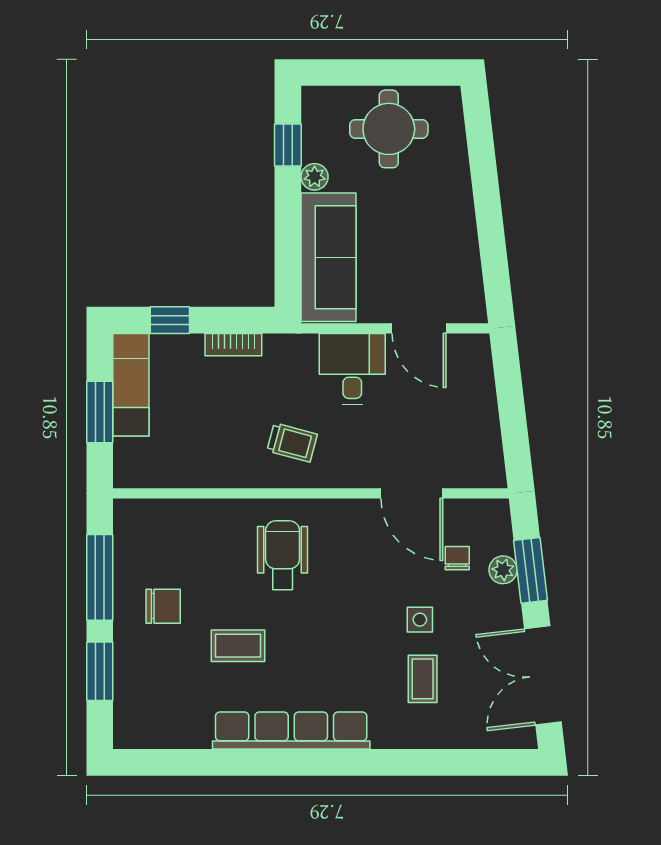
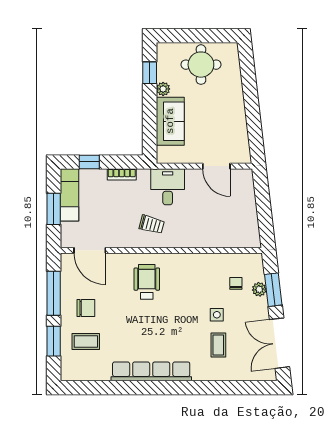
sofa: (328, 257) -> (170, 121), width x0.73
desk: (352, 369) -> (168, 187), moved
door: (412, 493) -> (90, 250), moved
coffee table: (238, 646) -> (86, 341), moved

